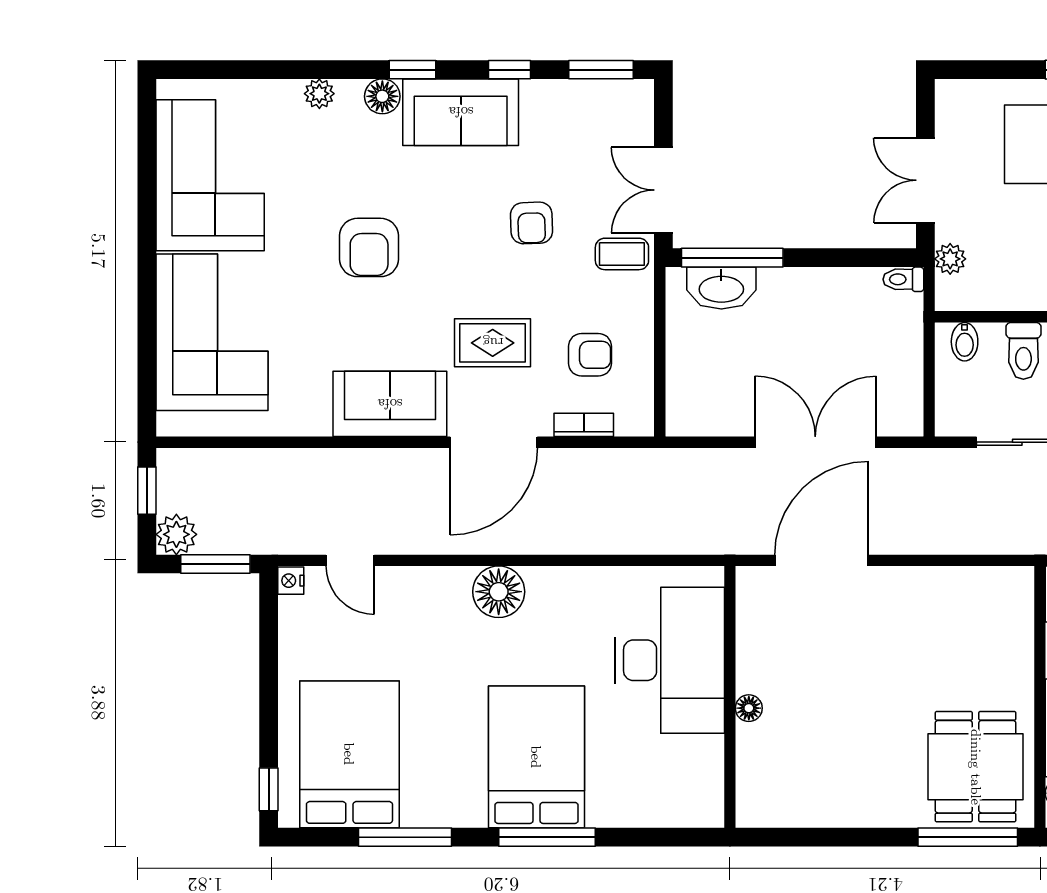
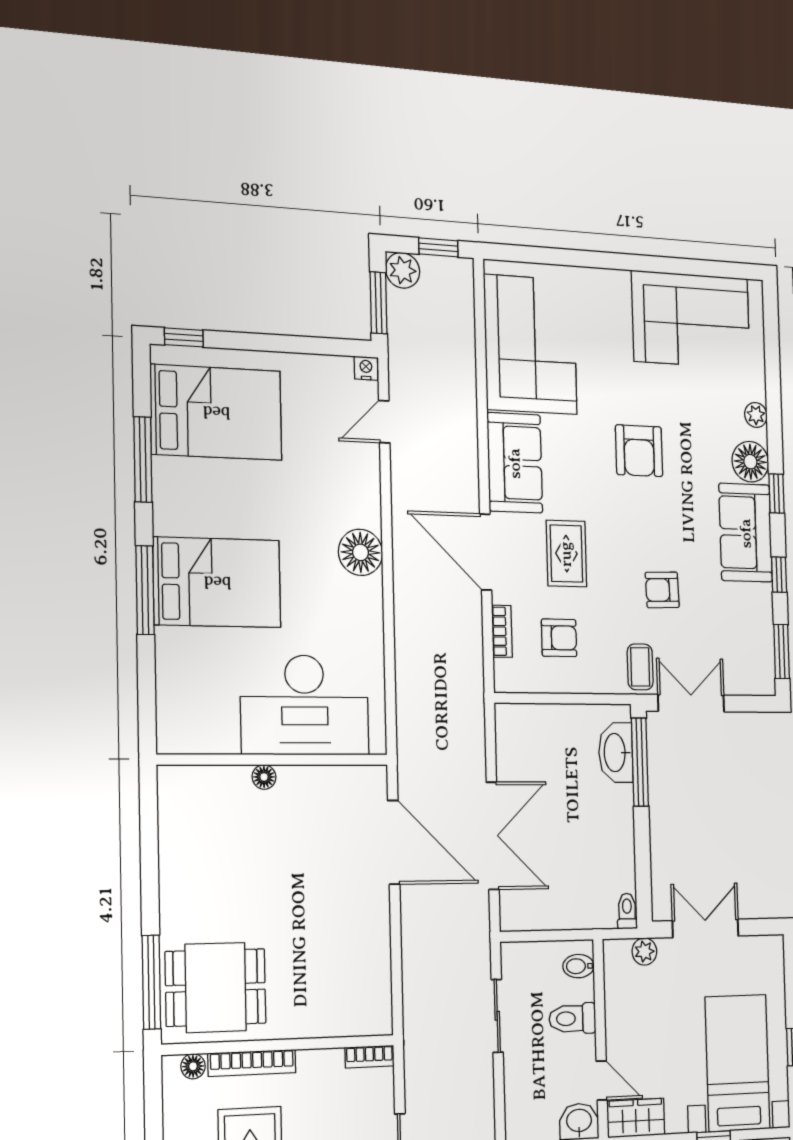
floor lamp: (382, 96) -> (750, 462), width x1.38, depth x1.38
armchair: (369, 247) -> (639, 451), turned -90
corner sofa: (212, 332) -> (530, 345), moved, turned -90
armchair: (590, 355) -> (559, 638), turned -90

